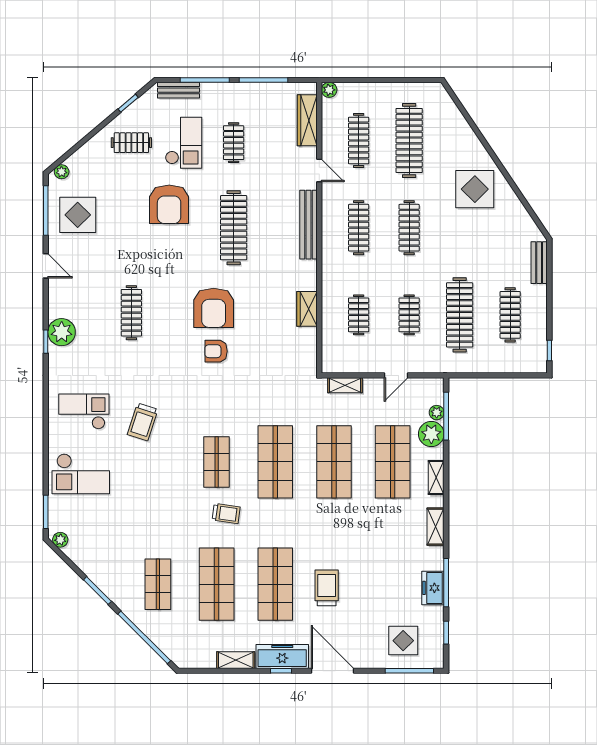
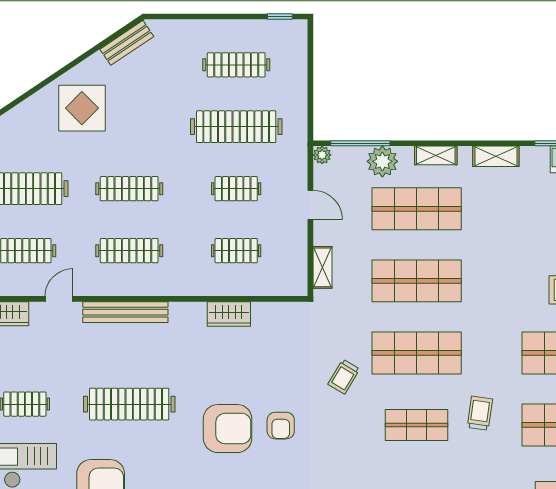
bench: (539, 263) -> (127, 43), moved, turned -34
trolley: (256, 403) -> (344, 377), added
plant: (437, 413) -> (322, 155), moved

